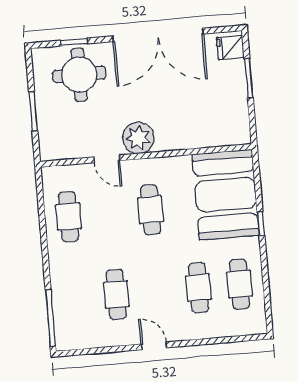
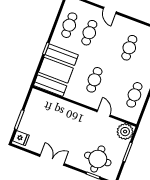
double door: (158, 35) -> (52, 160), width x0.54
plant: (138, 138) -> (125, 132), moved
door: (154, 346) -> (110, 10), moved

